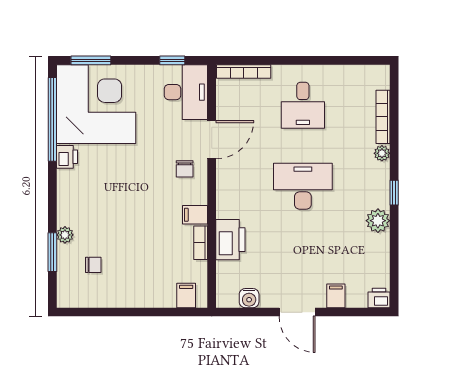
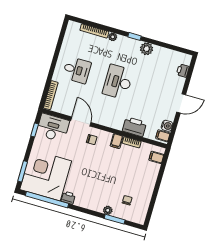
filing cabinet: (336, 296) -> (163, 136), moved
printer: (379, 298) -> (183, 71), moved

